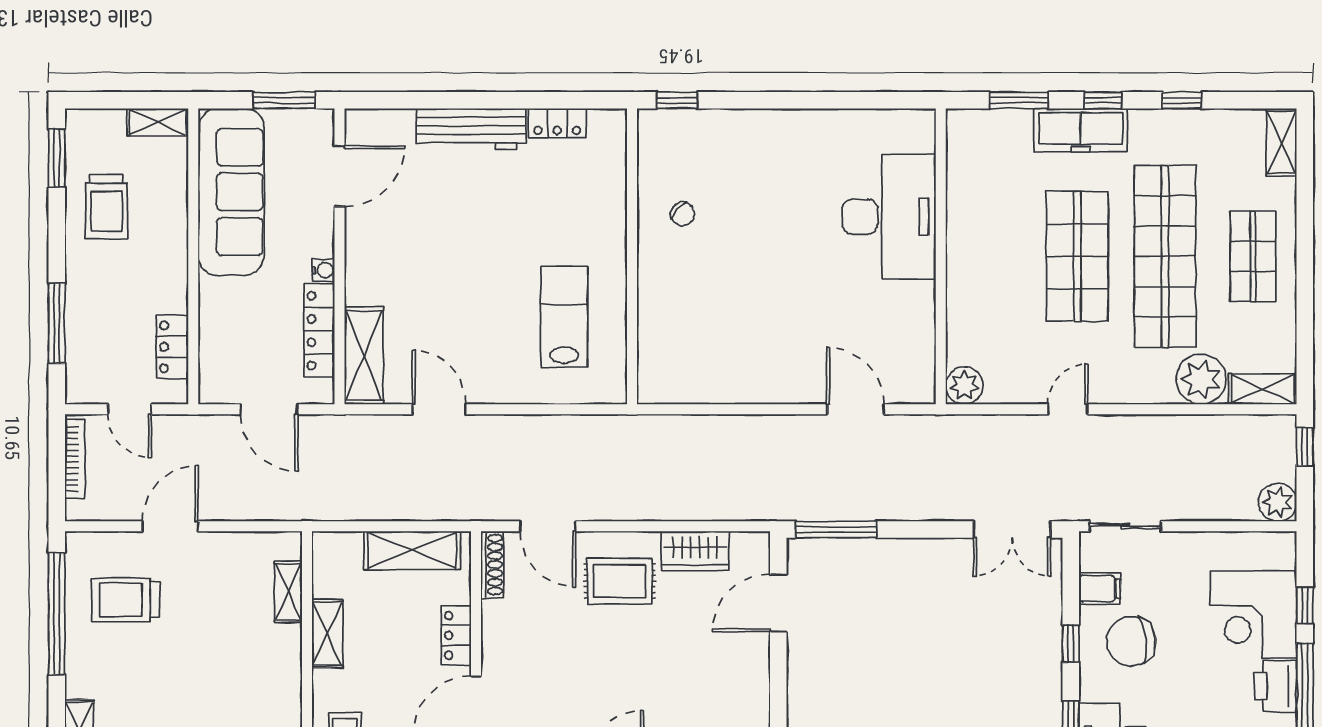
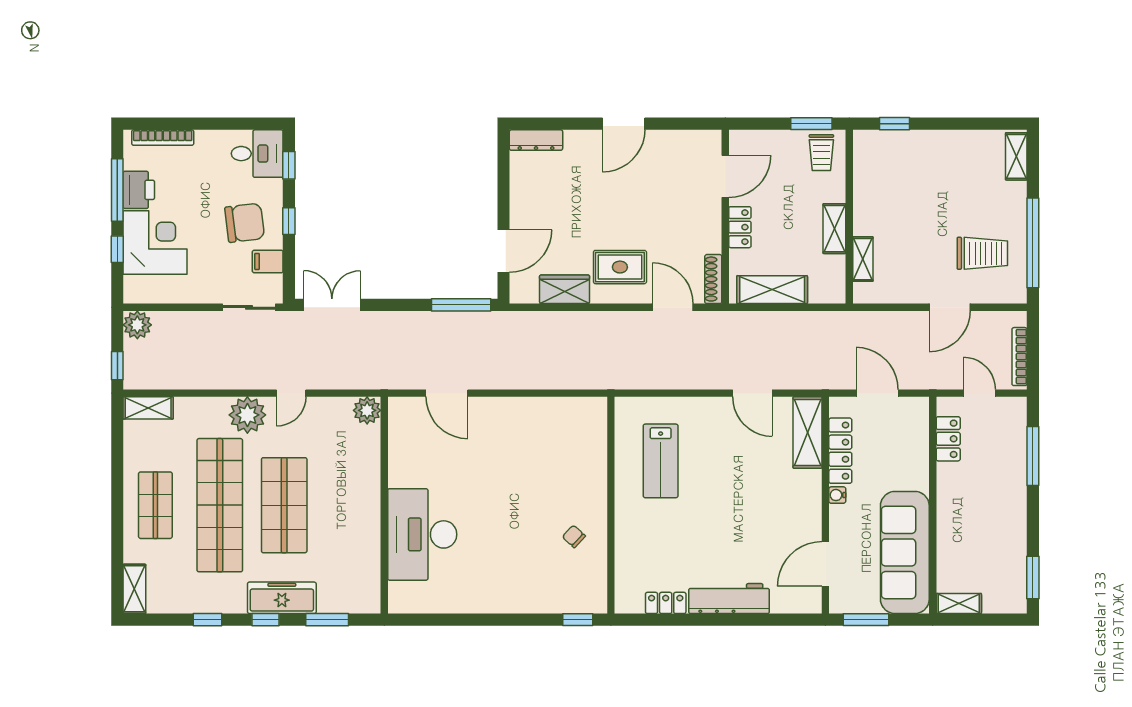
trolley: (107, 207) -> (996, 542), removed
plant: (1201, 379) -> (247, 415), moved

